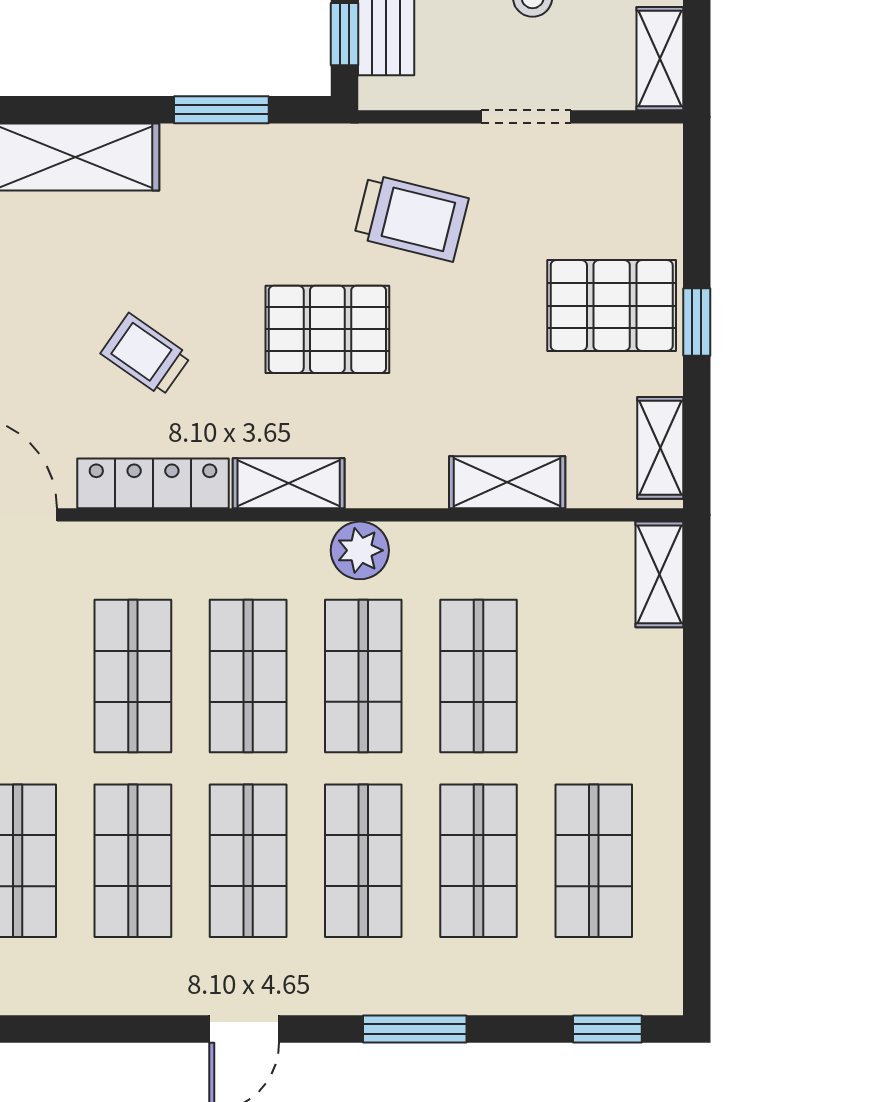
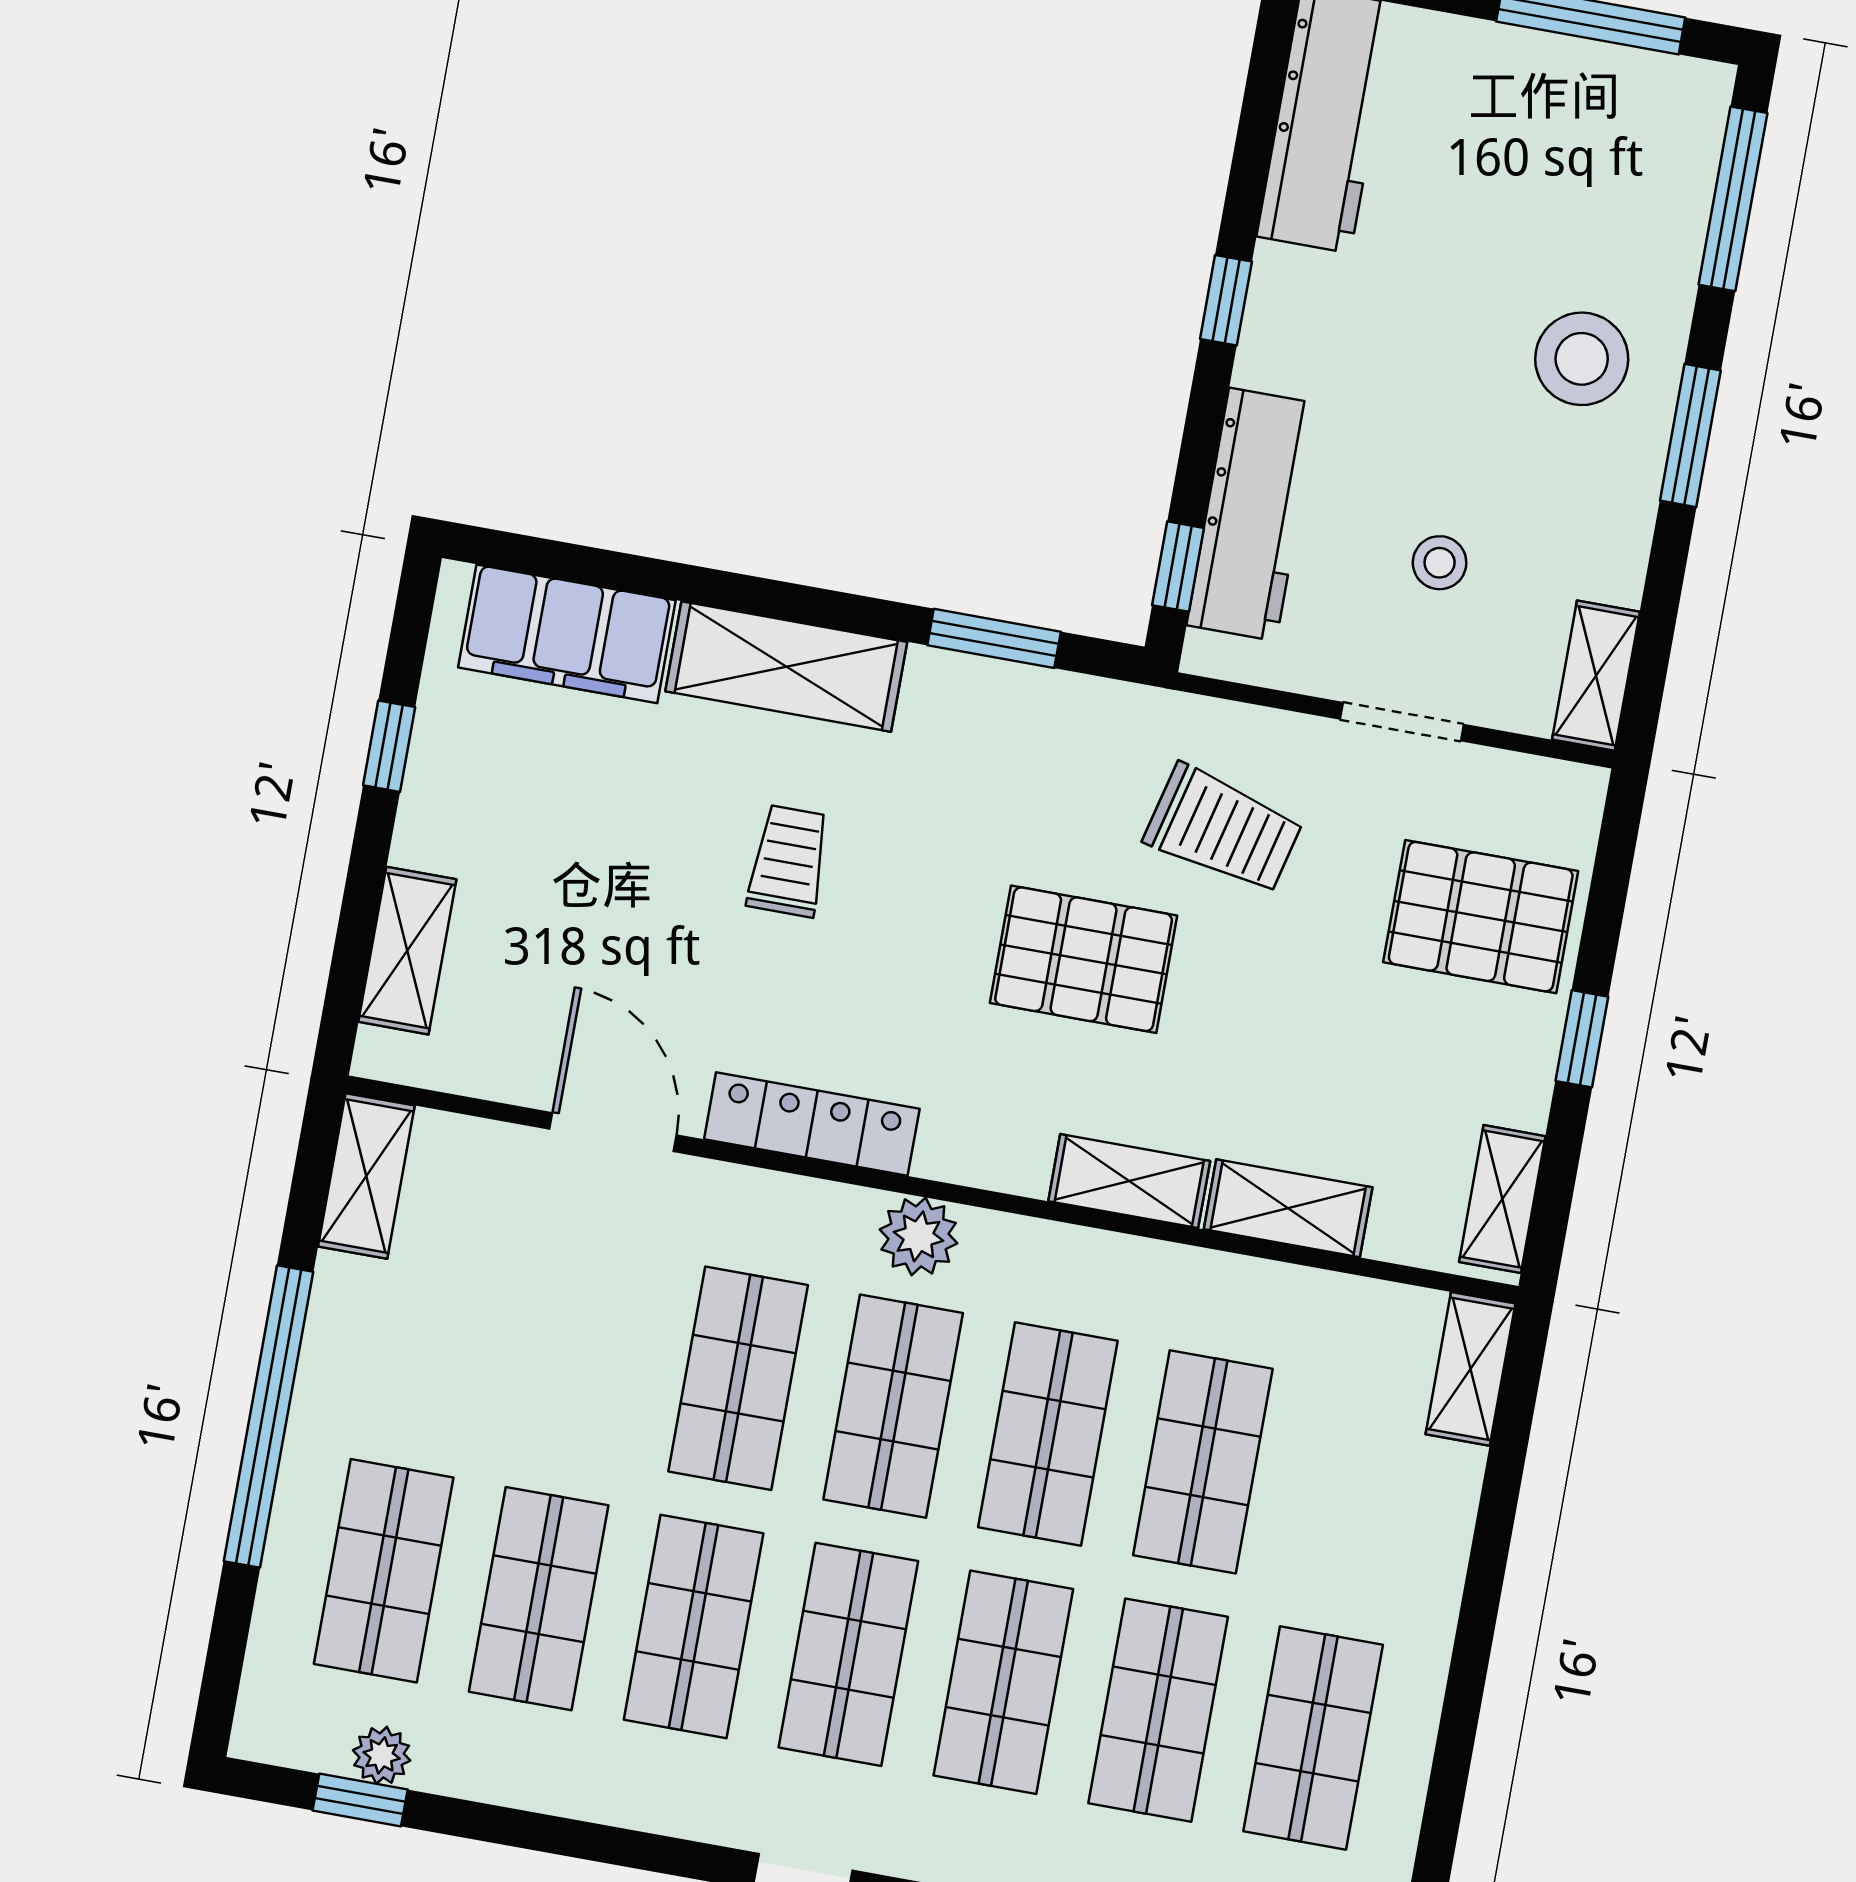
pallet: (612, 306) -> (1481, 917), moved
trolley: (146, 355) -> (789, 861), moved, turned 55
shelving: (289, 483) -> (1129, 1181), moved
plant: (360, 550) -> (919, 1236), moved

